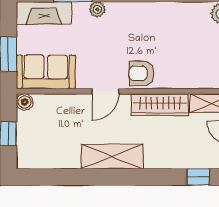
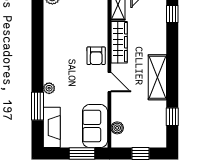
boiler: (25, 102) -> (117, 128), moved
window: (58, 177) -> (172, 117), added

